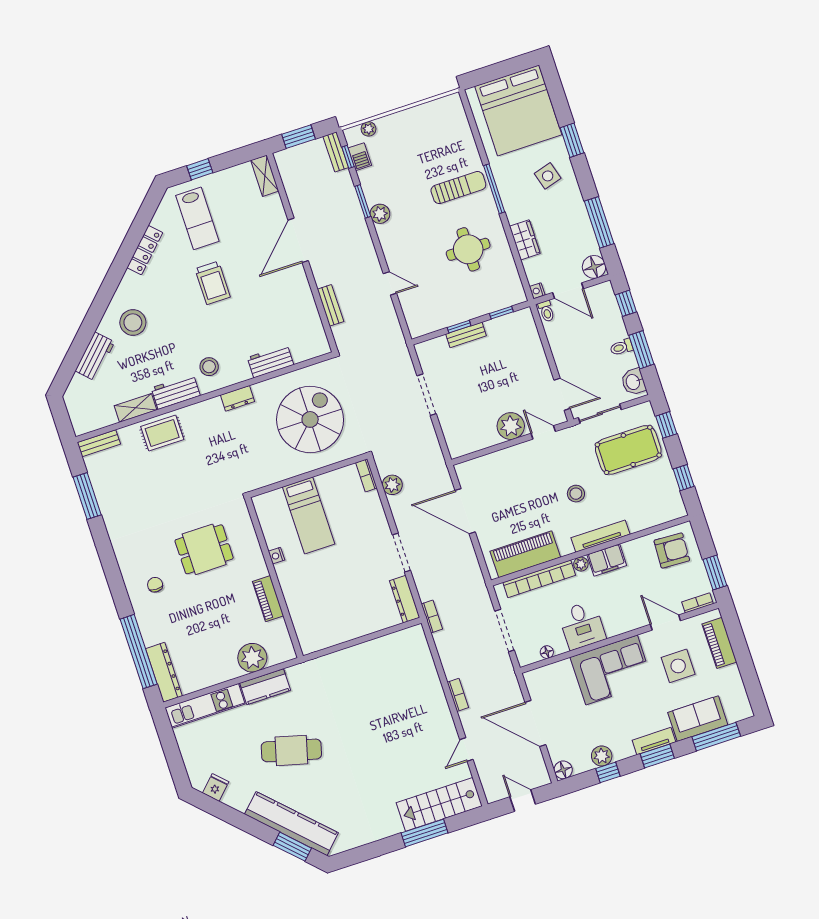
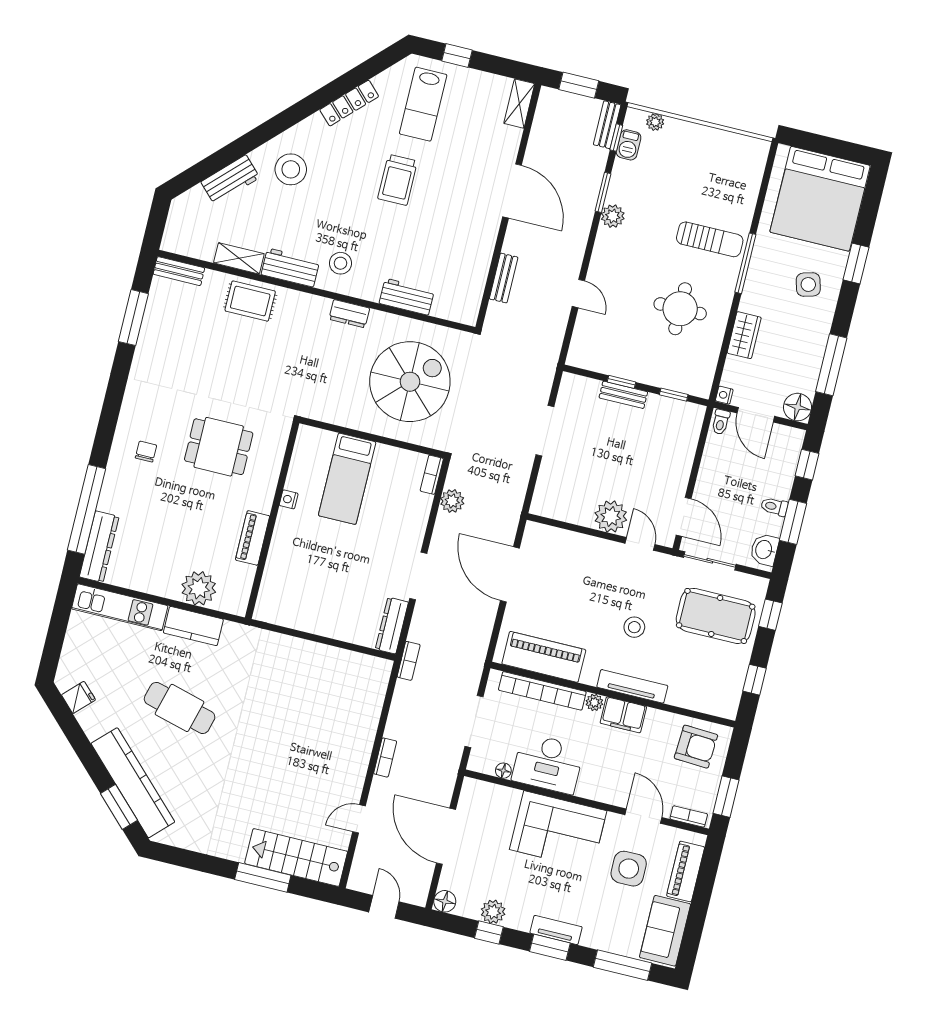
door: (298, 240) -> (512, 191), swing flipped
desk: (582, 625) -> (548, 764), width x1.37
sofa: (698, 719) -> (665, 931), moved, turned -90

